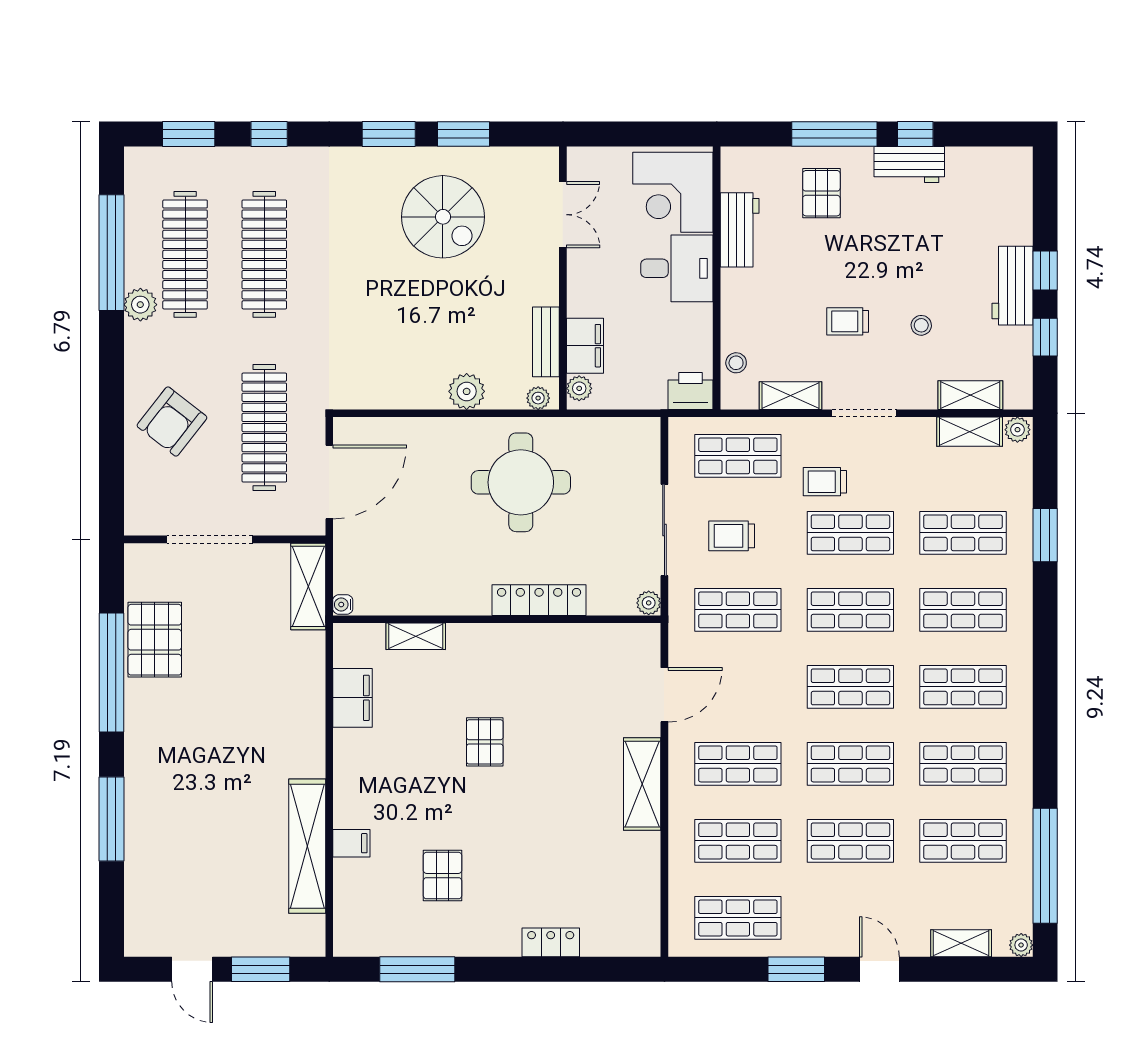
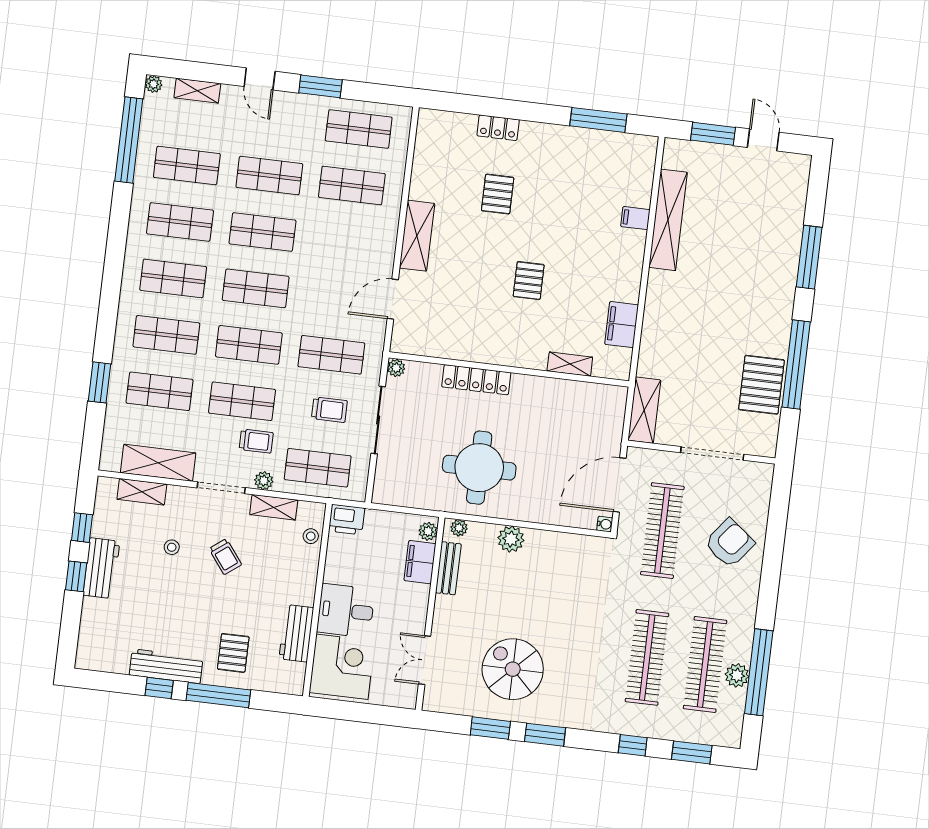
workbench: (909, 164) -> (166, 666), width x1.38
plant: (140, 305) -> (737, 675), moved
trolley: (848, 321) -> (225, 557), turned 53
plant: (1017, 430) -> (264, 481), moved
shelving: (970, 432) -> (158, 463), width x1.50, depth x1.33
water cooler: (343, 605) -> (605, 524), moved
shop shelf: (738, 764) -> (345, 242), removed
pallet: (442, 876) -> (498, 194), moved

